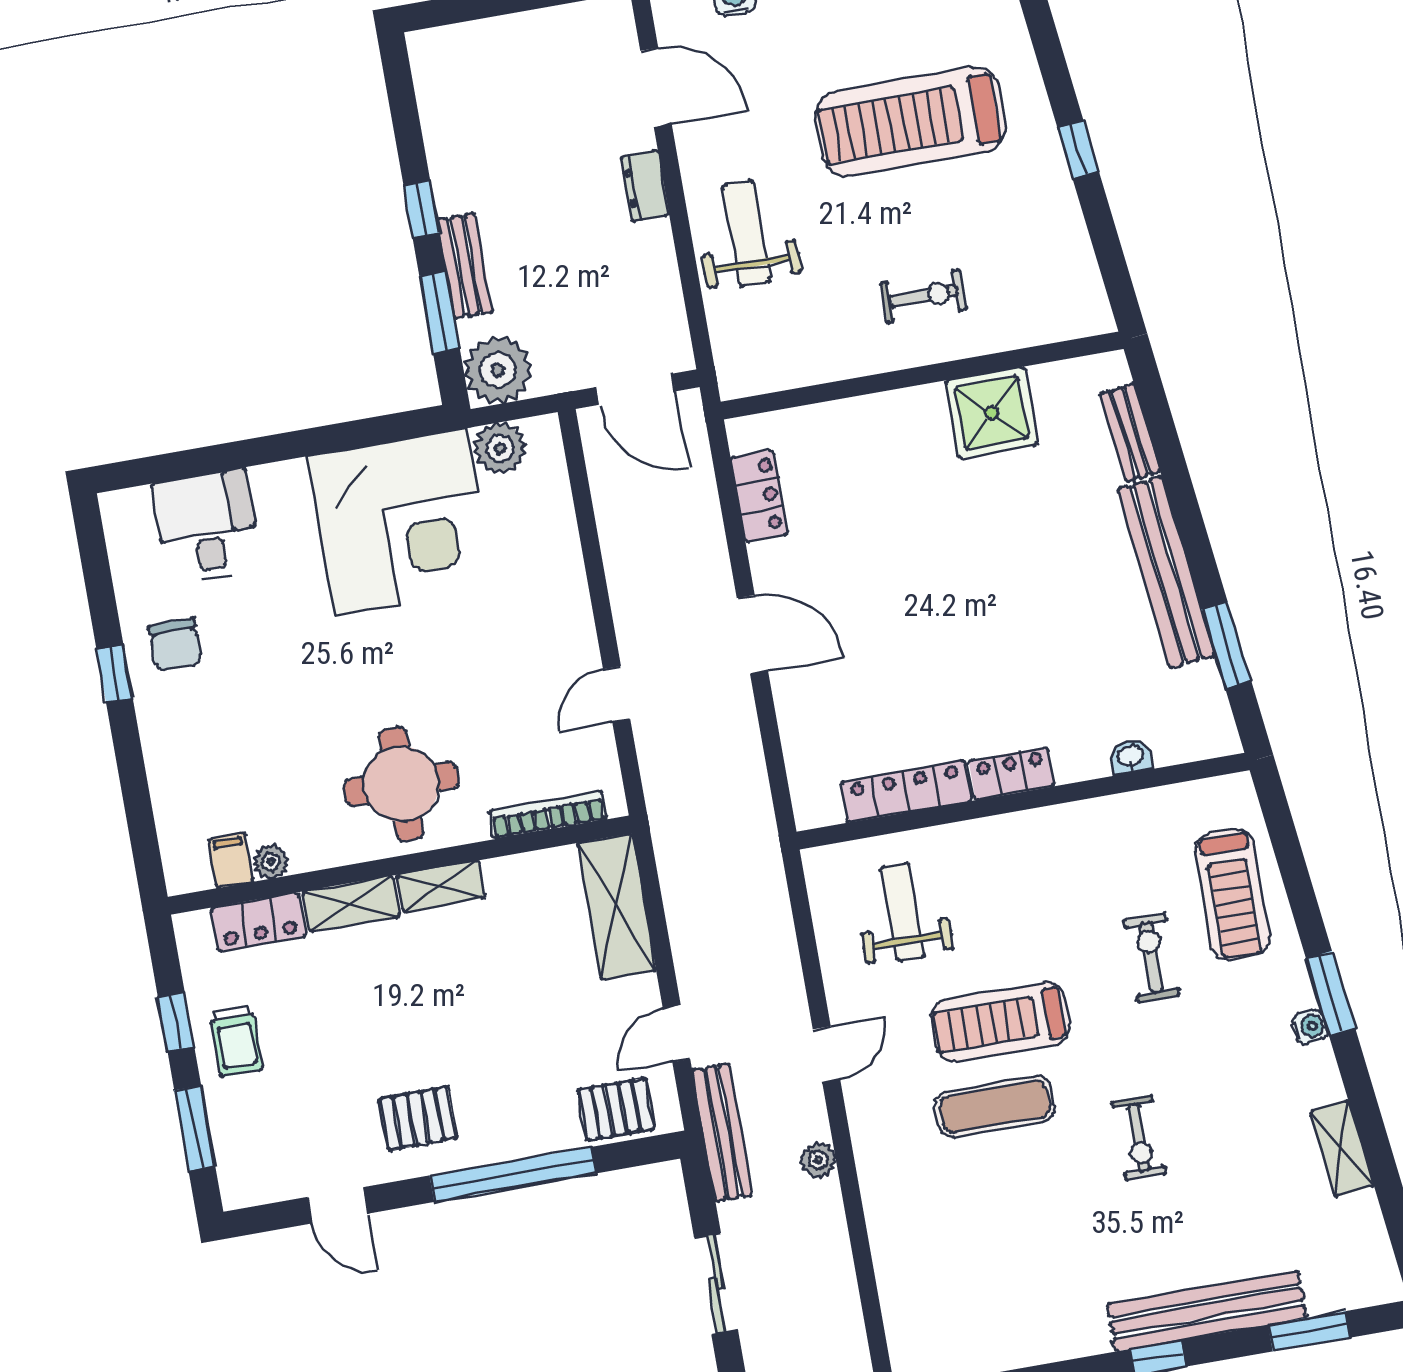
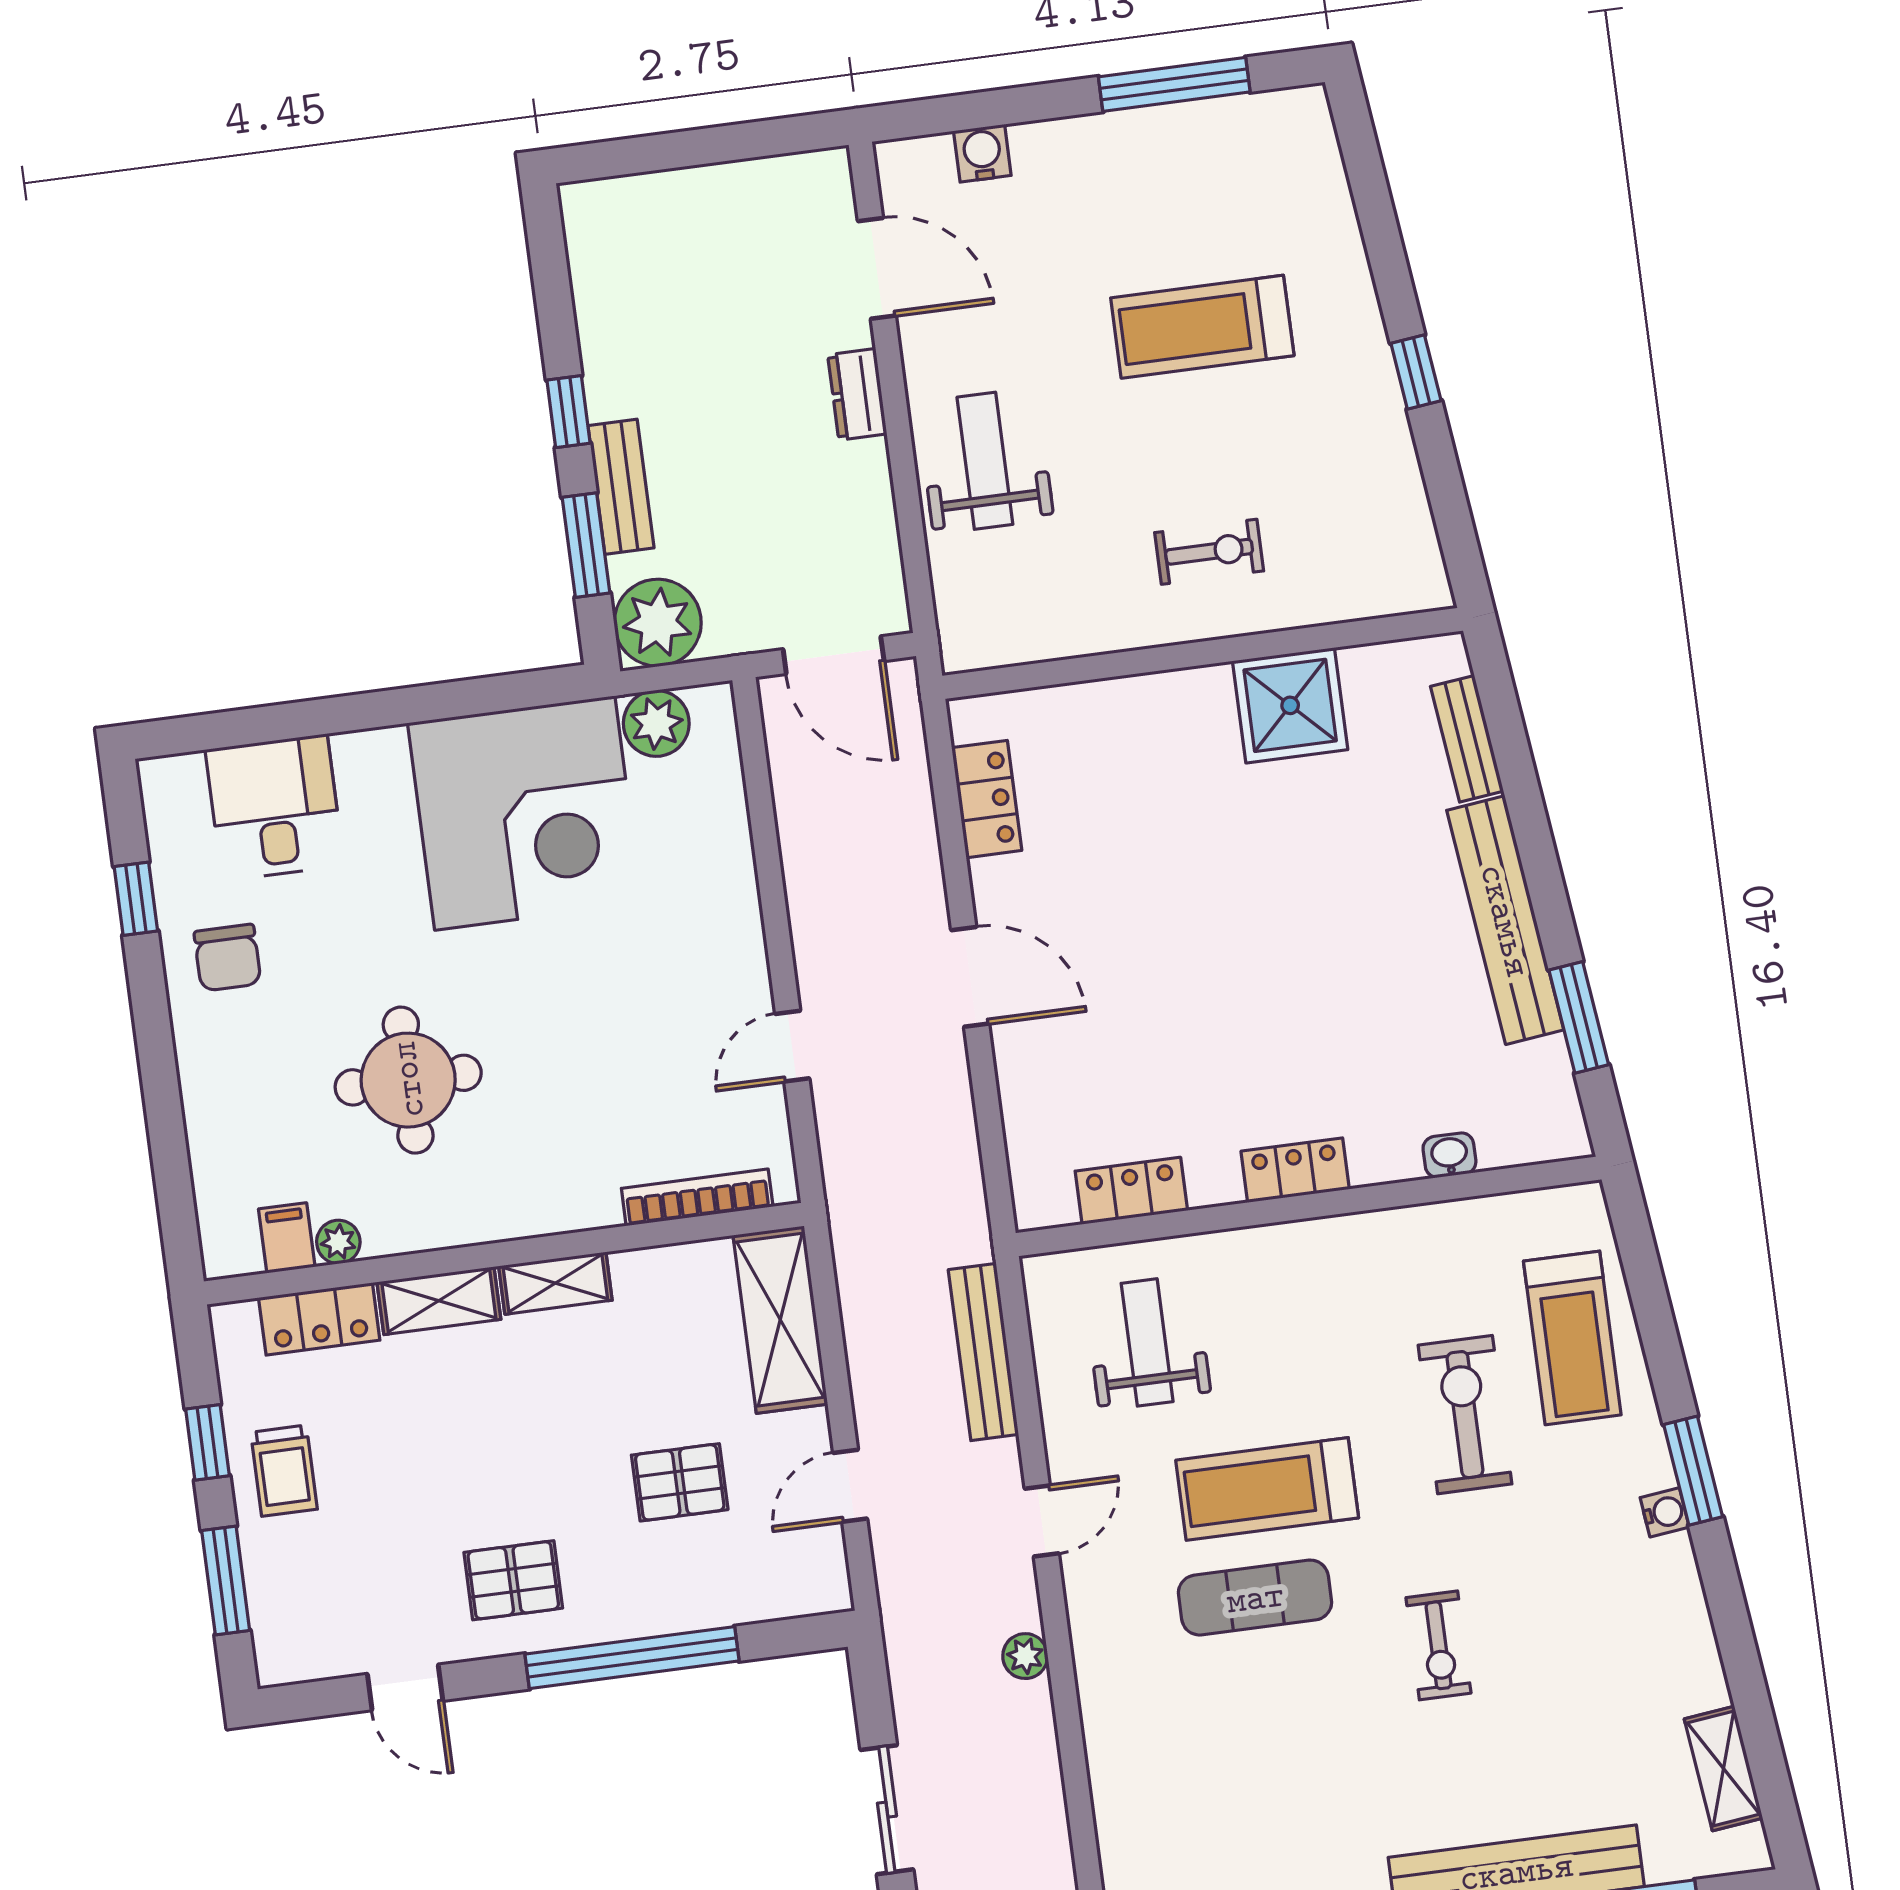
treadmill: (911, 122) -> (1202, 327), width x0.73, depth x0.73
window: (115, 674) -> (136, 899), moved
round table: (401, 784) -> (408, 1080), moved
locker: (906, 791) -> (1131, 1191), width x0.66
exercise bike: (1151, 957) -> (1465, 1415), width x1.38, depth x1.39
pallet: (616, 1109) -> (680, 1482), moved
bench: (722, 1133) -> (983, 1352), moved
shelving: (1342, 1149) -> (1724, 1769), moved

